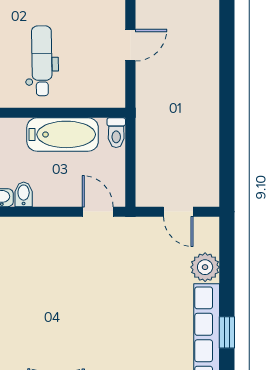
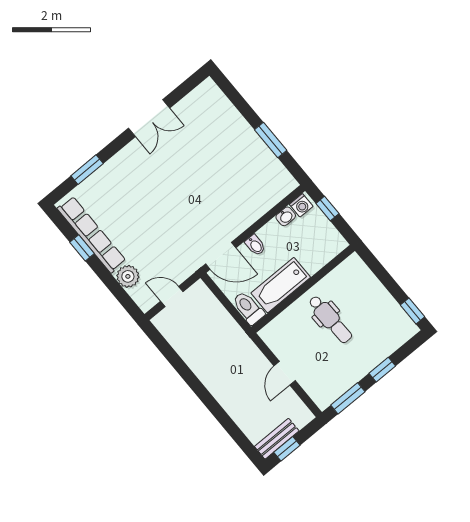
toilet: (116, 133) -> (248, 308), width x1.37, depth x1.39
bidet: (24, 194) -> (255, 245), moved
door: (98, 212) -> (221, 256), width x1.38

